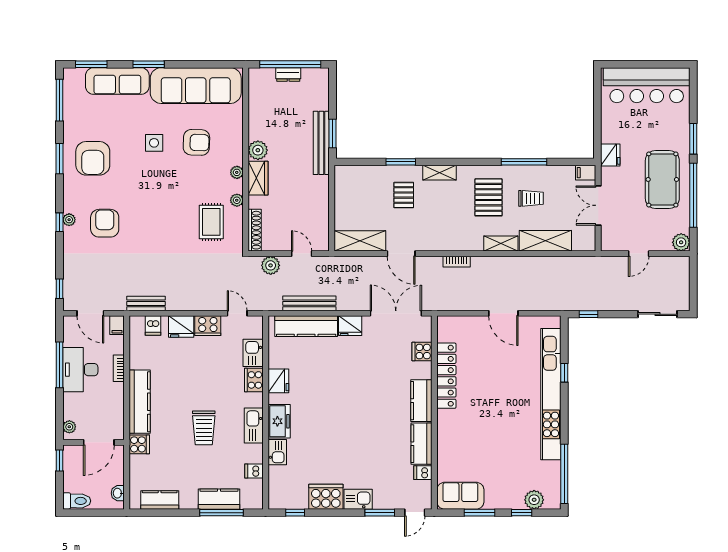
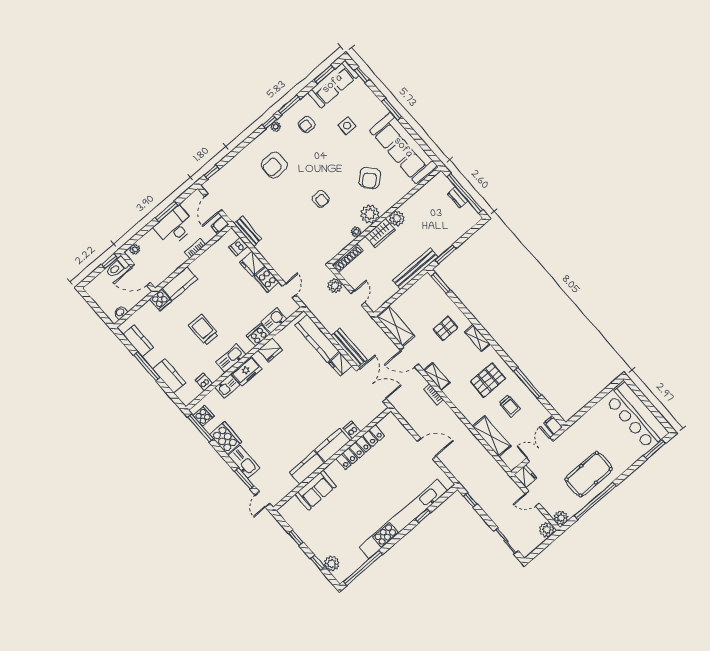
window: (91, 64) -> (362, 75), width x0.67
sofa: (117, 81) -> (333, 84), moved, turned -90
window: (60, 100) -> (324, 75), width x0.69
window: (693, 139) -> (654, 449), moved
armchair: (196, 142) -> (370, 178), turned 47
side table: (154, 143) -> (347, 126), moved
bench: (321, 143) -> (415, 269), moved
fridge: (610, 155) -> (525, 476), moved, turned -90
armchair: (93, 158) -> (307, 124), width x0.53, depth x0.53
window: (401, 162) -> (441, 283), moved
plant: (237, 172) -> (370, 214), width x1.88, depth x1.88
armchair: (176, 207) -> (321, 199), added
plant: (69, 220) -> (276, 127), moved
window: (60, 222) -> (270, 122), moved
rug: (211, 222) -> (330, 228), removed
armchair: (105, 223) -> (274, 165), turned 180
shelving: (501, 244) -> (437, 377), moved
door: (401, 254) -> (409, 357), hinge flipped
plant: (680, 266) -> (547, 530), added
bench: (309, 303) -> (349, 347), moved
door: (503, 313) -> (427, 449), swing flipped
cooker: (422, 352) -> (204, 416), moved, turned 90
window: (60, 365) -> (167, 212), width x0.69
kitchen counter: (140, 402) -> (180, 284), width x0.67
trolley: (204, 428) -> (204, 330), turned 90
dishwasher: (423, 473) -> (352, 430), moved
sofa: (460, 496) -> (316, 490), moved, turned 90
kitchen sink: (358, 499) -> (244, 462), width x1.38
toilet: (77, 501) -> (117, 267), moved, turned 90
window: (221, 513) -> (147, 366), moved
window: (295, 513) -> (200, 428), width x2.17
door: (415, 513) -> (262, 499), hinge flipped
window: (479, 513) -> (296, 538), width x0.67

